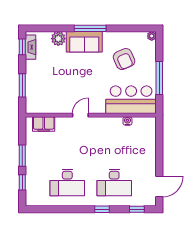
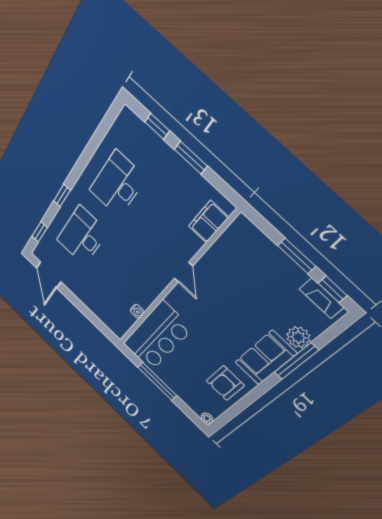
window: (90, 28) -> (296, 361), moved
armchair: (124, 59) -> (225, 383), moved, turned -66
window: (22, 85) -> (297, 256), moved

